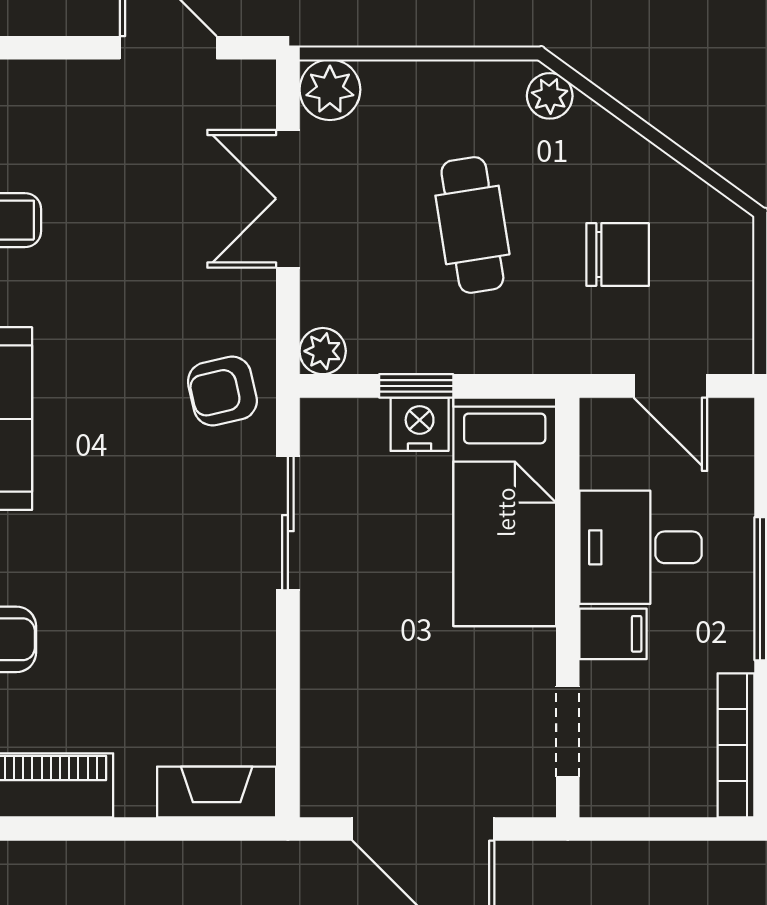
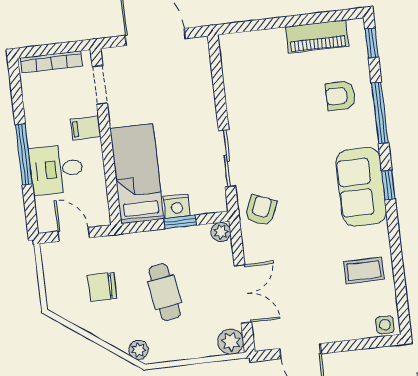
armchair: (222, 391) -> (261, 210), turned -55
desk: (641, 547) -> (56, 169), moved, turned 180
bookcase: (736, 745) -> (51, 62), moved, turned 90
fireplace: (217, 792) -> (244, 42), removed

